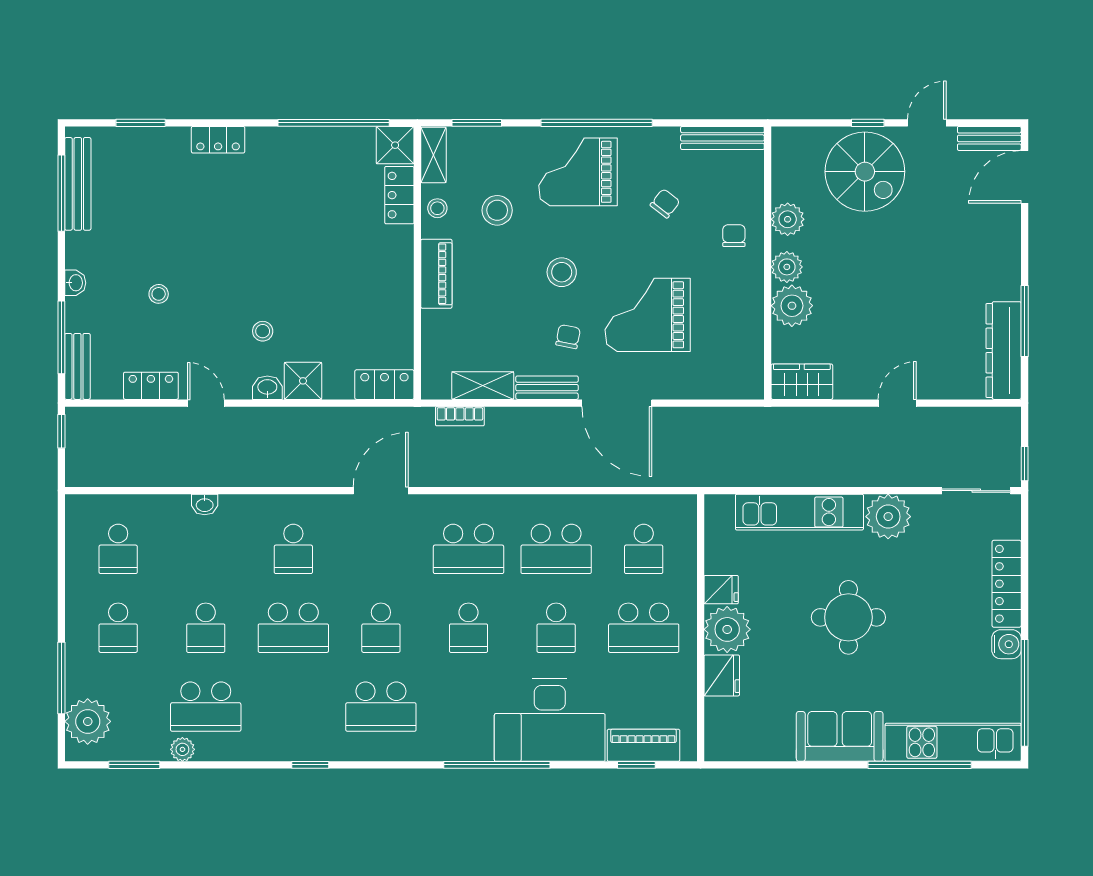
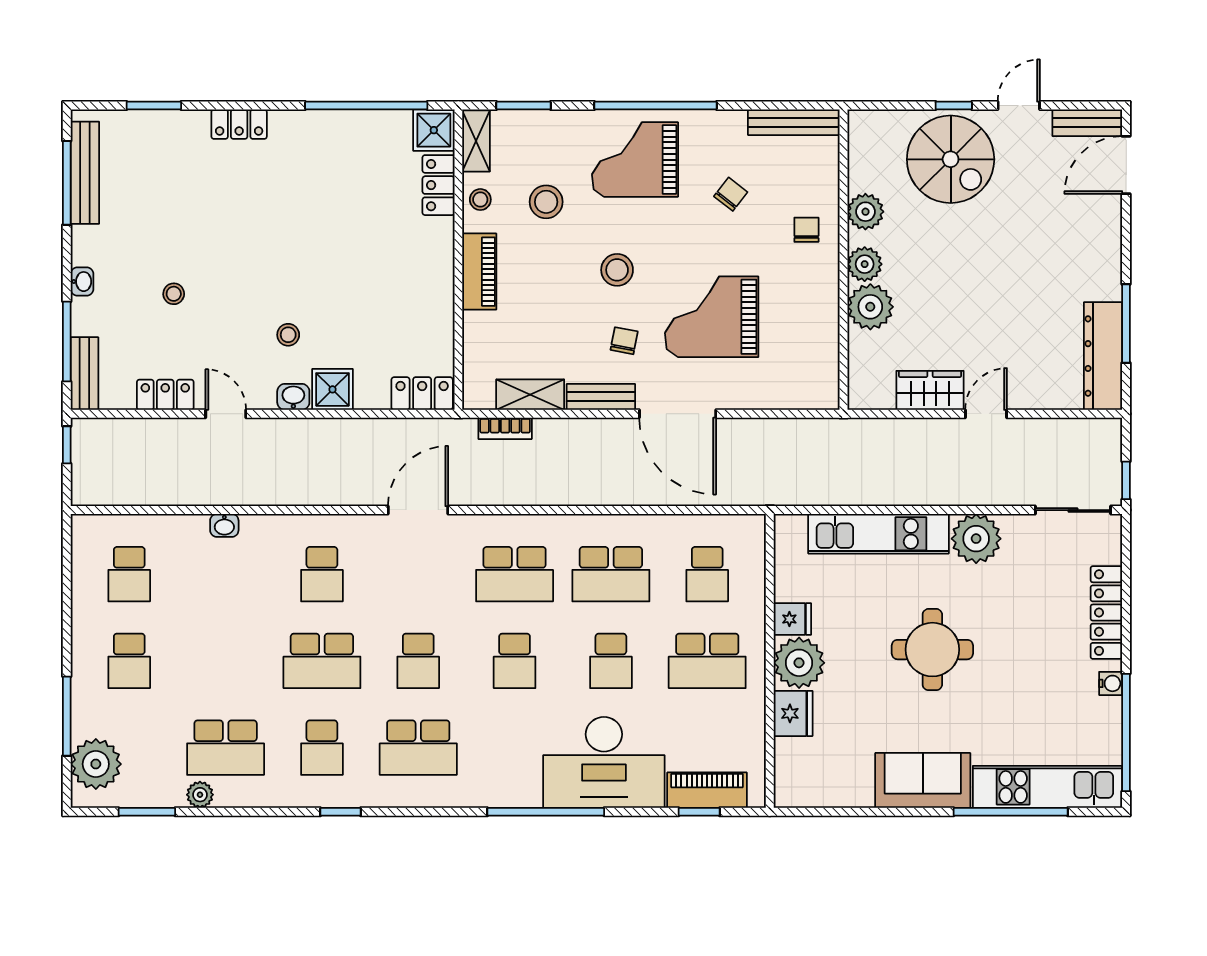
wardrobe: (802, 382) -> (930, 390), moved
school desk: (206, 628) -> (322, 748), moved
water cooler: (1006, 644) -> (1111, 683), width x0.72, depth x0.72

